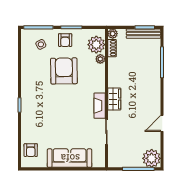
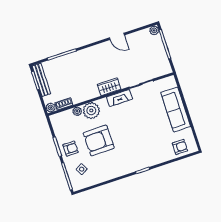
plant: (96, 45) -> (91, 111), moved
plant: (152, 158) -> (154, 30), width x0.53, depth x0.53

